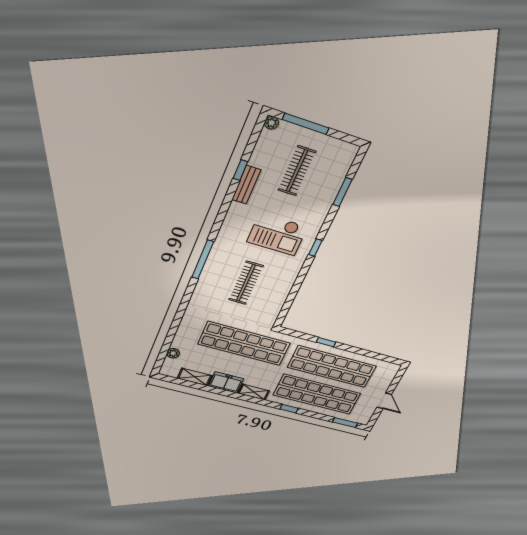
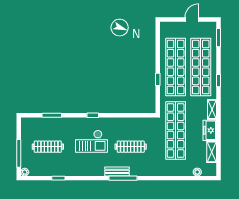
bench: (246, 185) -> (117, 171), moved
checkout: (277, 234) -> (91, 141), turned 90

